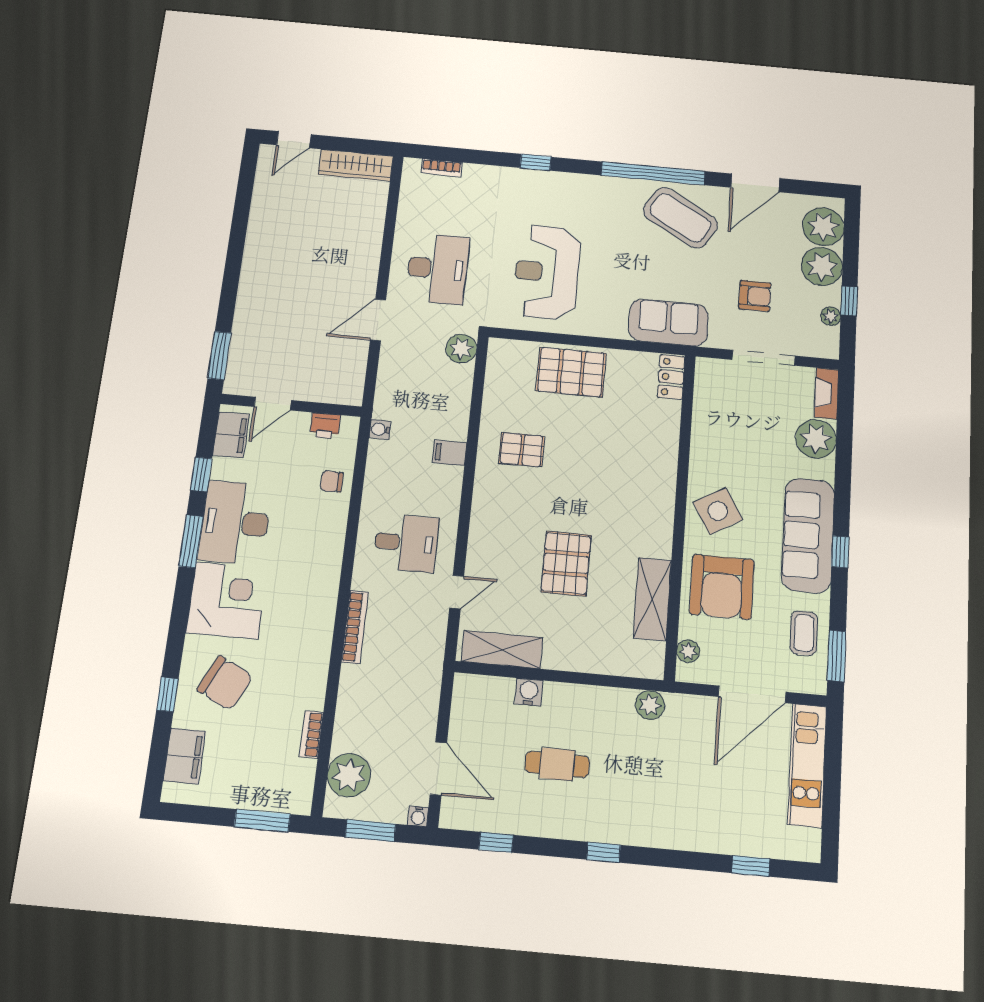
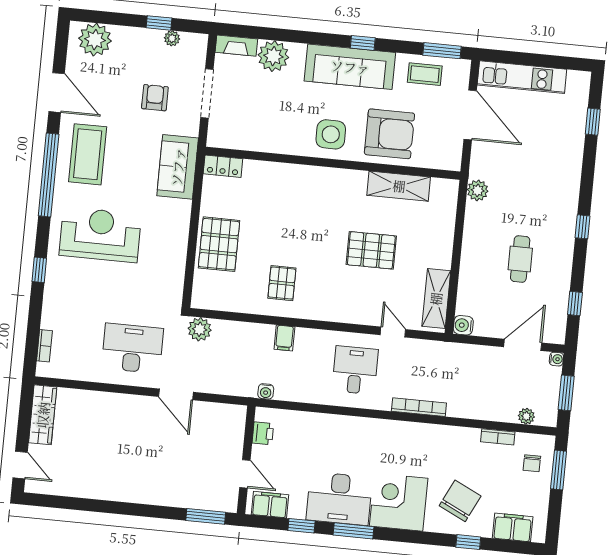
coffee table: (680, 218) -> (88, 154), turned -30
plant: (822, 266) -> (130, 43), removed
reception desk: (547, 272) -> (100, 235), moved, turned 180
chair: (332, 482) -> (532, 463), moved
side table: (718, 511) -> (331, 134), turned 30
plant: (688, 651) -> (438, 161), removed
water cooler: (529, 692) -> (463, 325), moved
plant: (349, 775) -> (526, 416), width x0.53, depth x0.53

